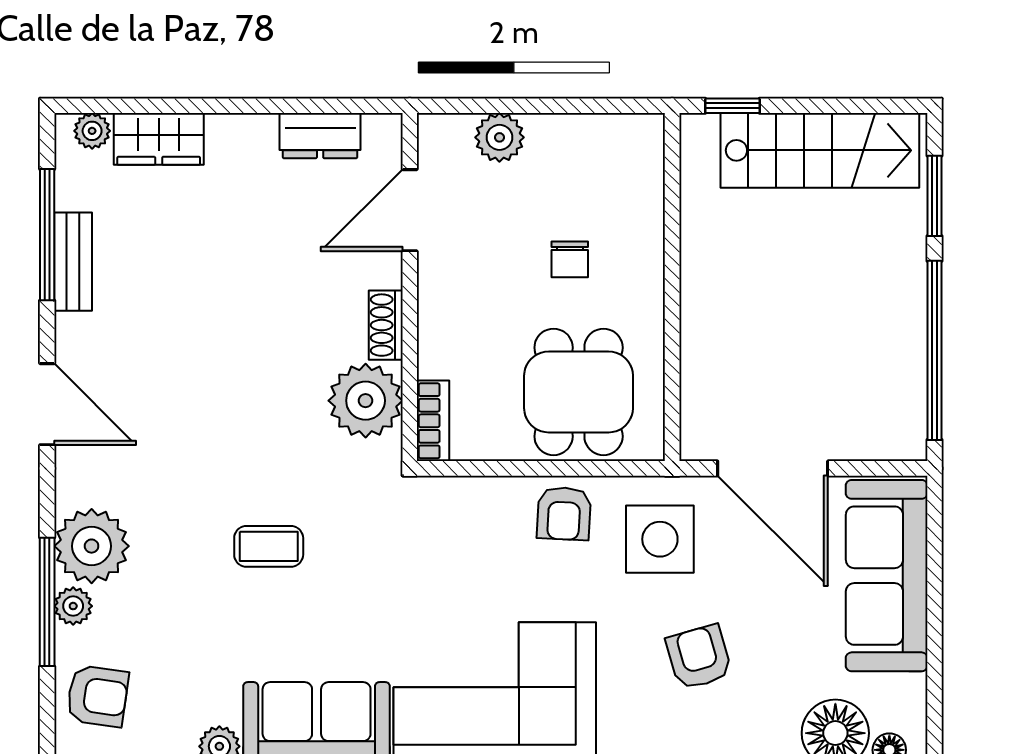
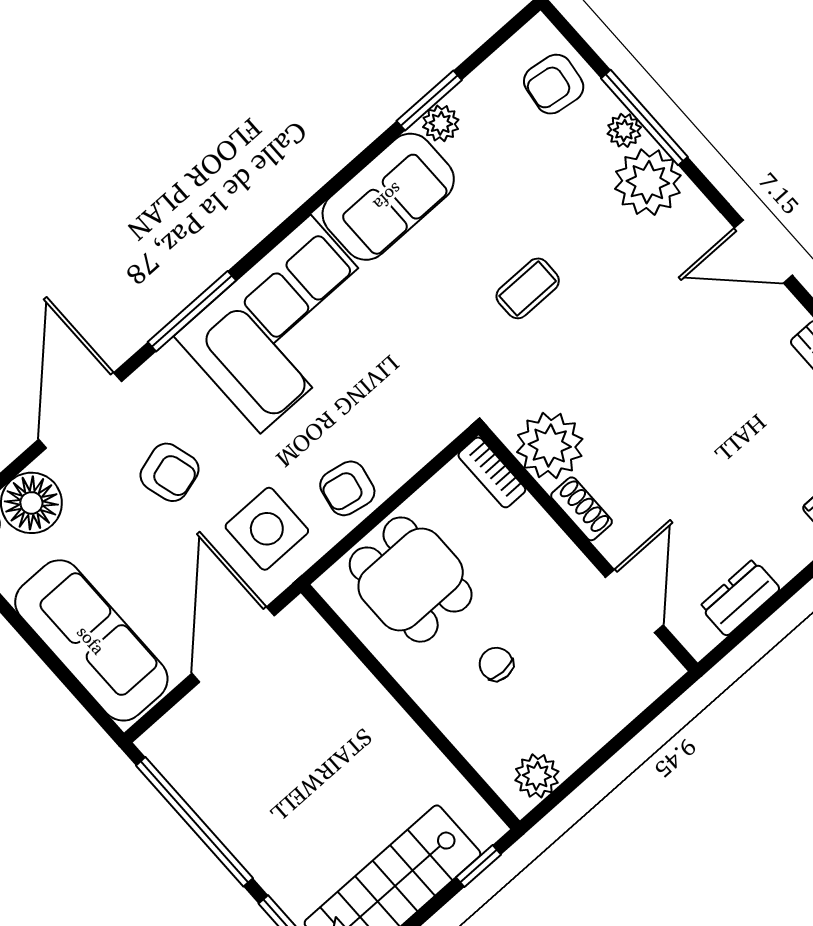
plant: (499, 137) -> (537, 776), moved
door: (773, 468) -> (233, 645), hinge flipped
armchair: (564, 513) -> (347, 488), turned -82

